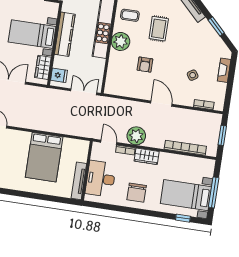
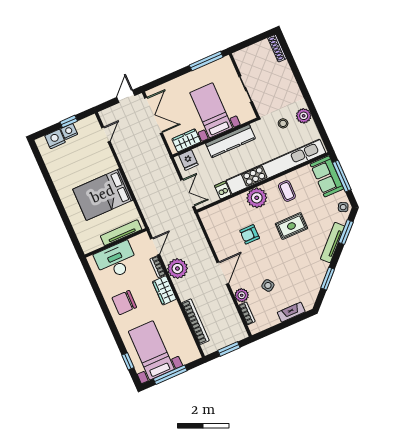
dishwasher: (98, 64) -> (223, 190), added
plant: (187, 100) -> (242, 295), added
tv unit: (79, 181) -> (121, 233), moved

